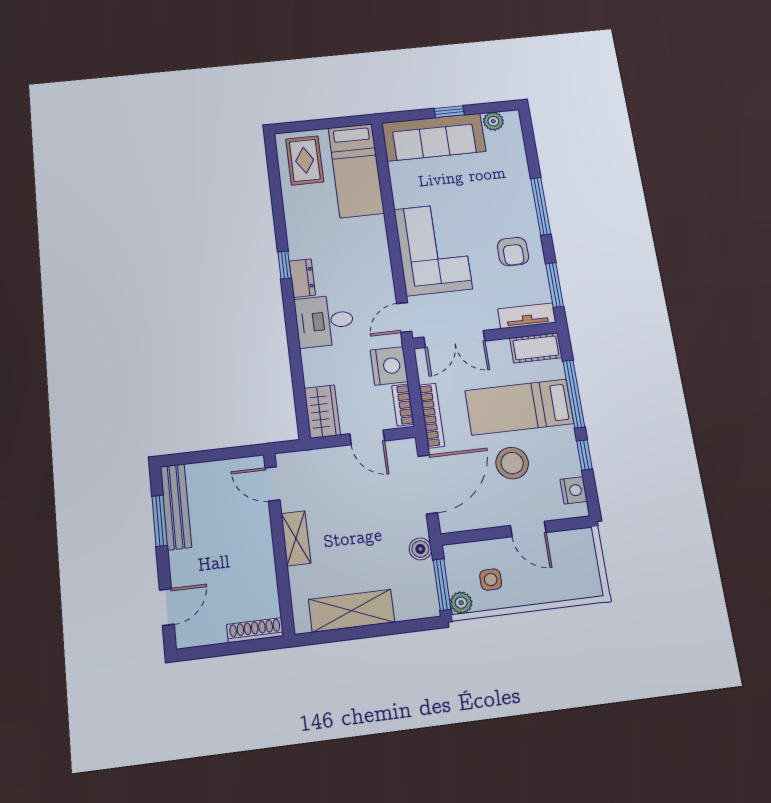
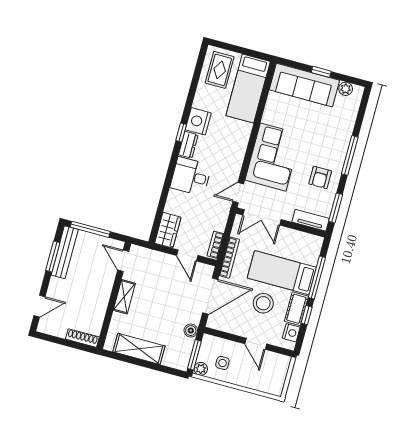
cot: (536, 348) -> (296, 309), moved, turned 90
nightstand: (389, 366) -> (198, 121), moved, turned 180
window: (203, 456) -> (90, 229), added

